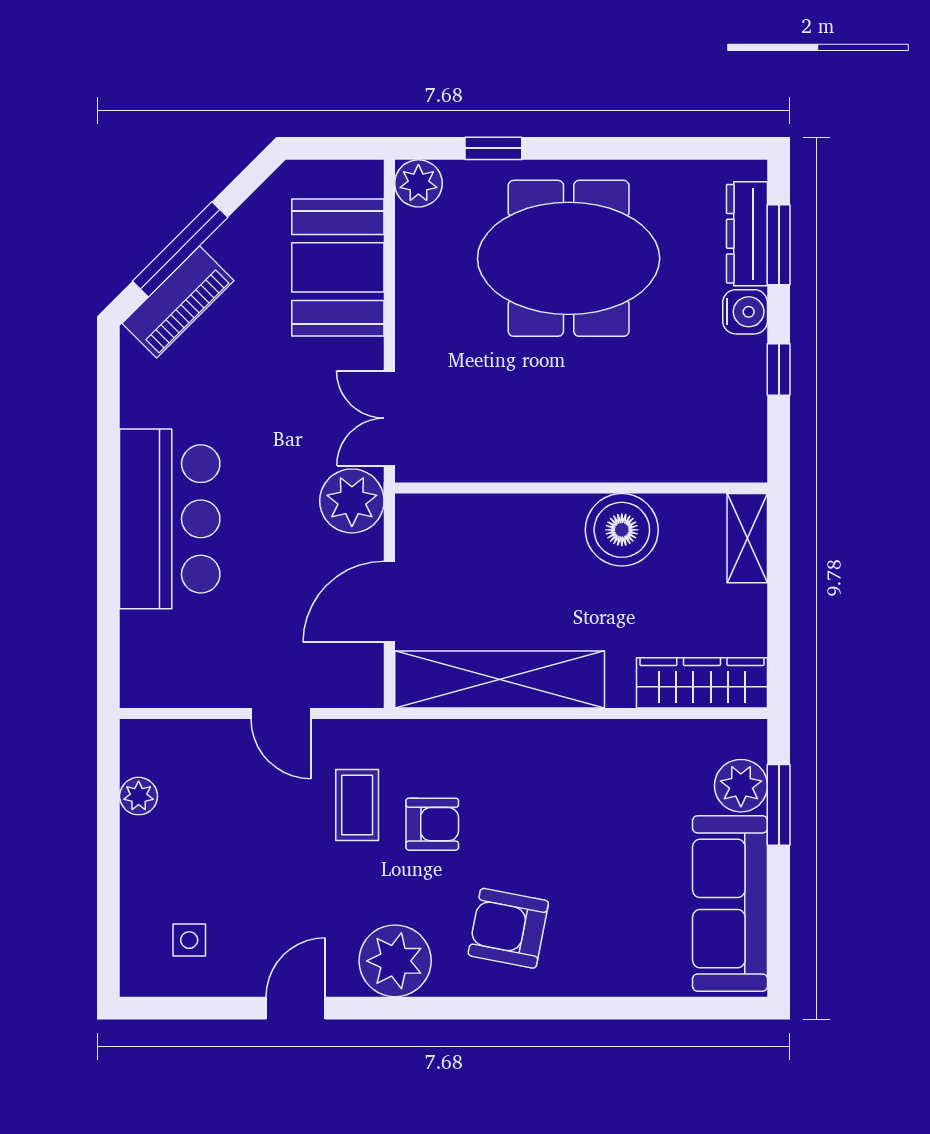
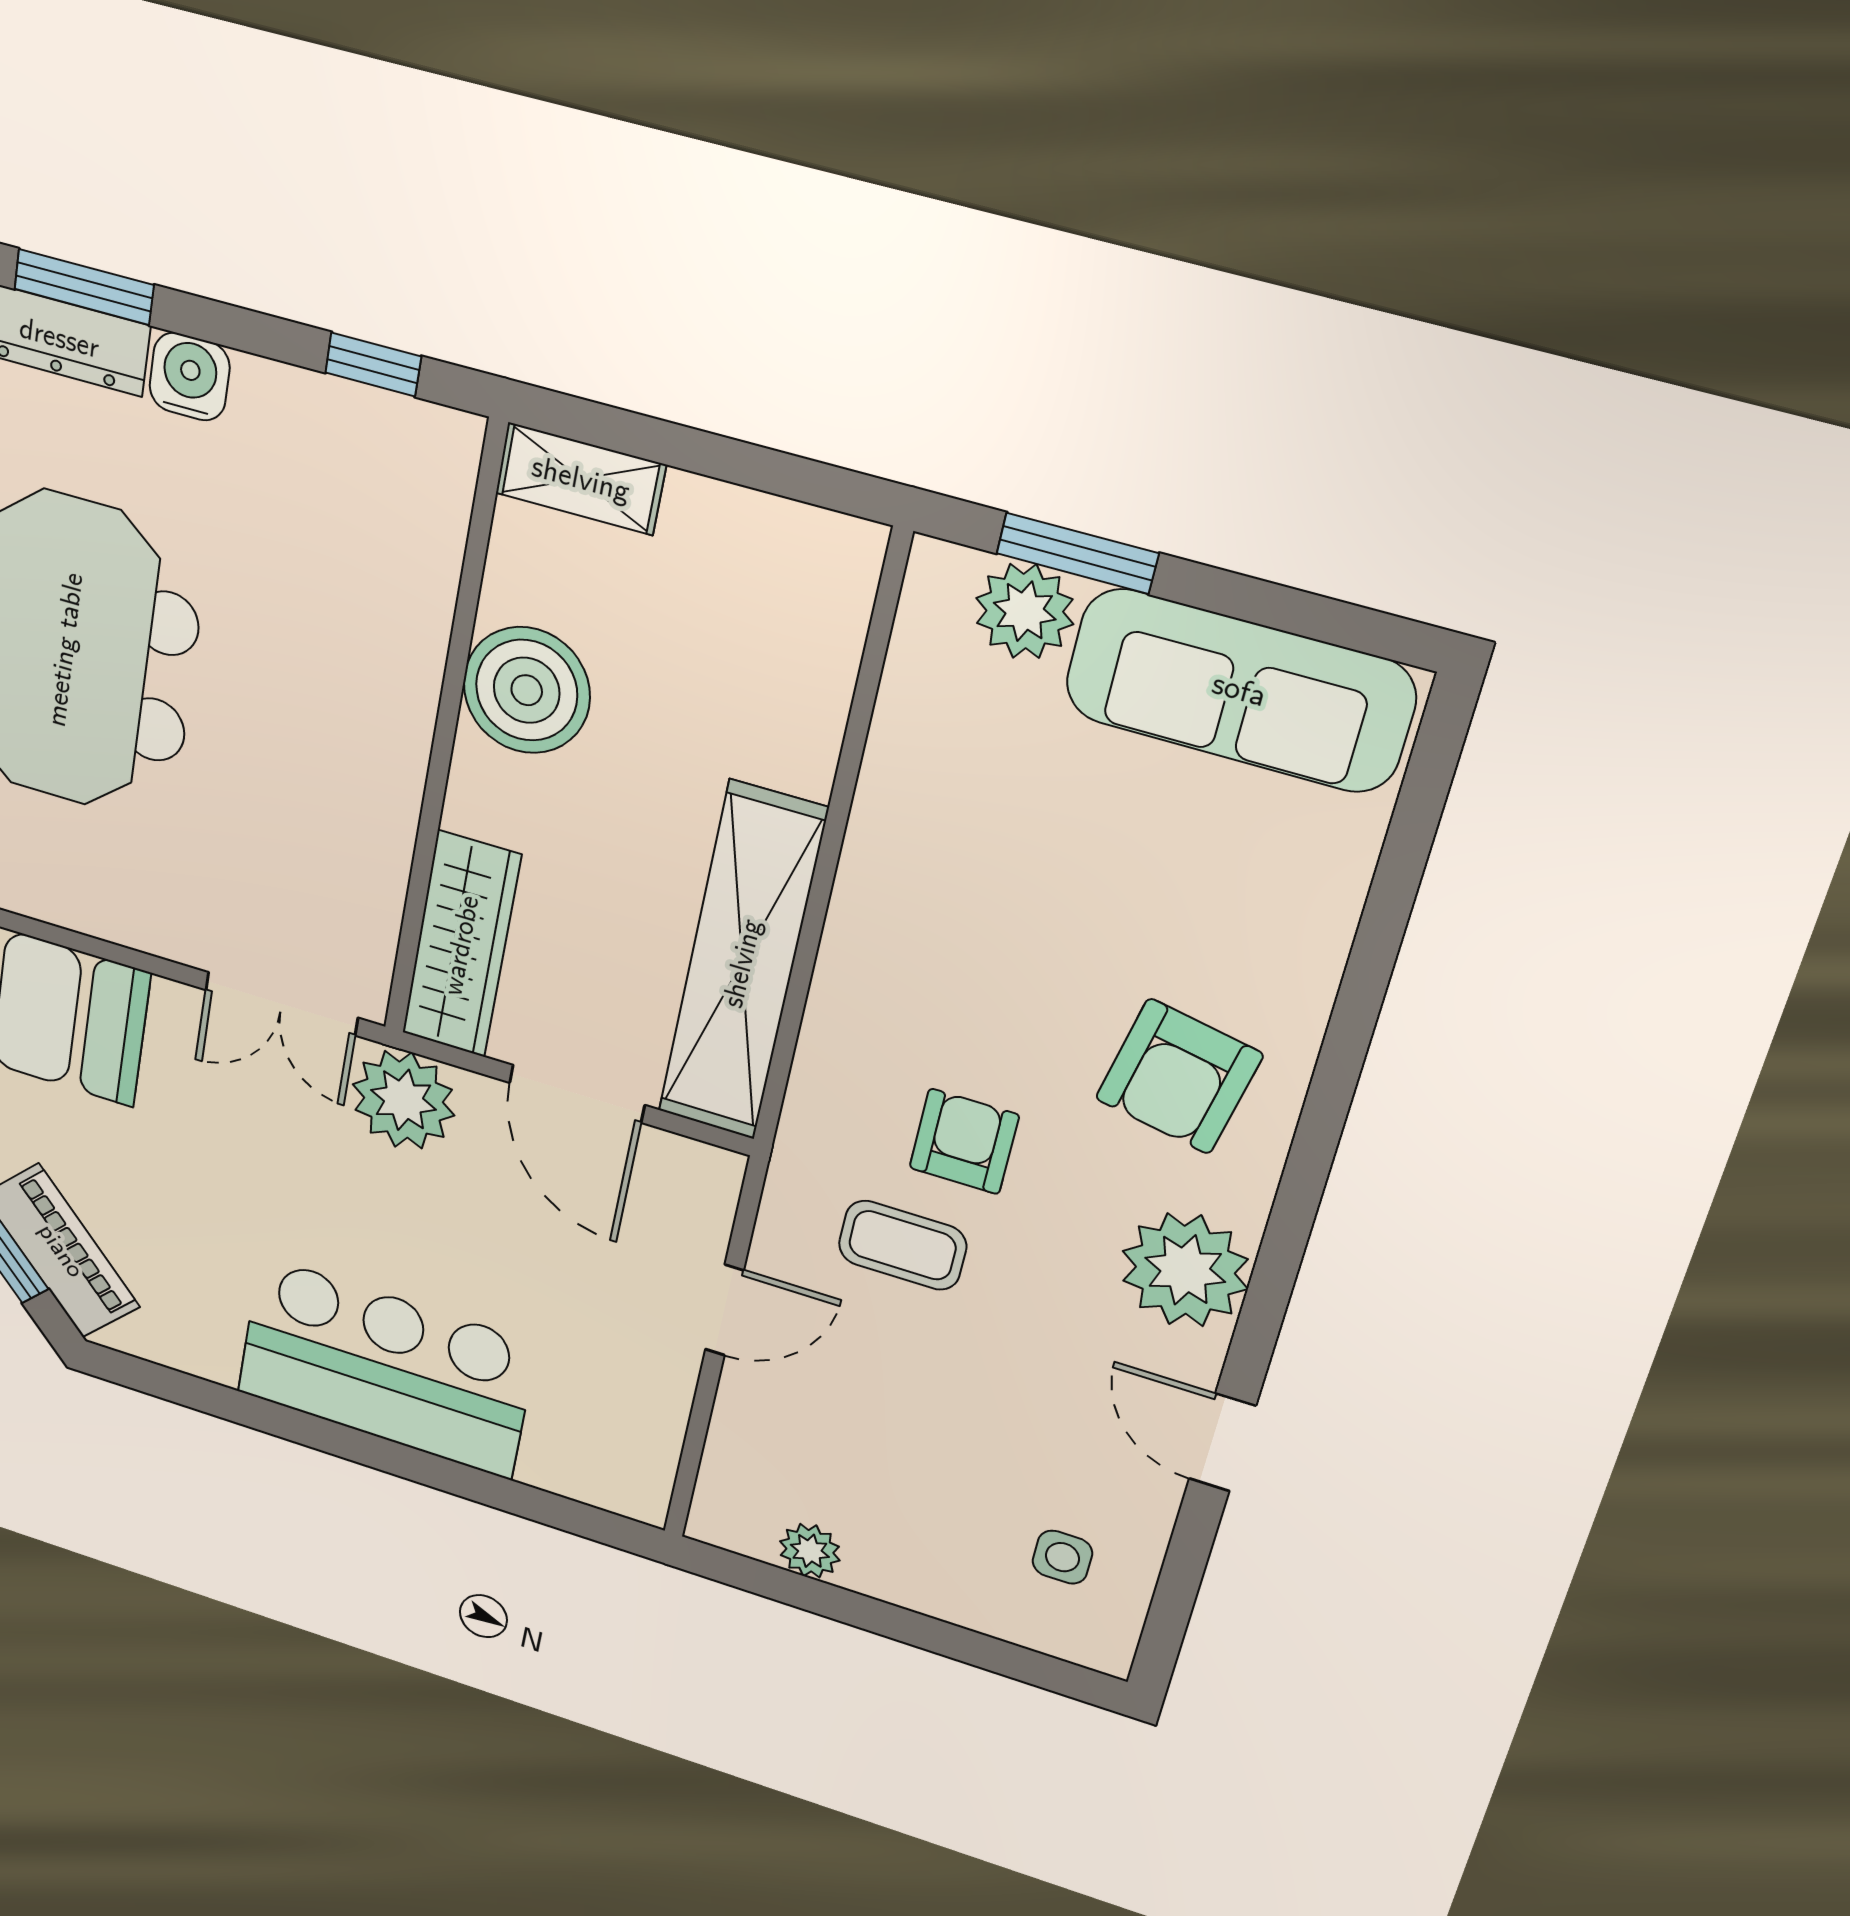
window: (779, 369) -> (373, 364), moved
wardrobe: (702, 683) -> (461, 945), moved, turned 180

